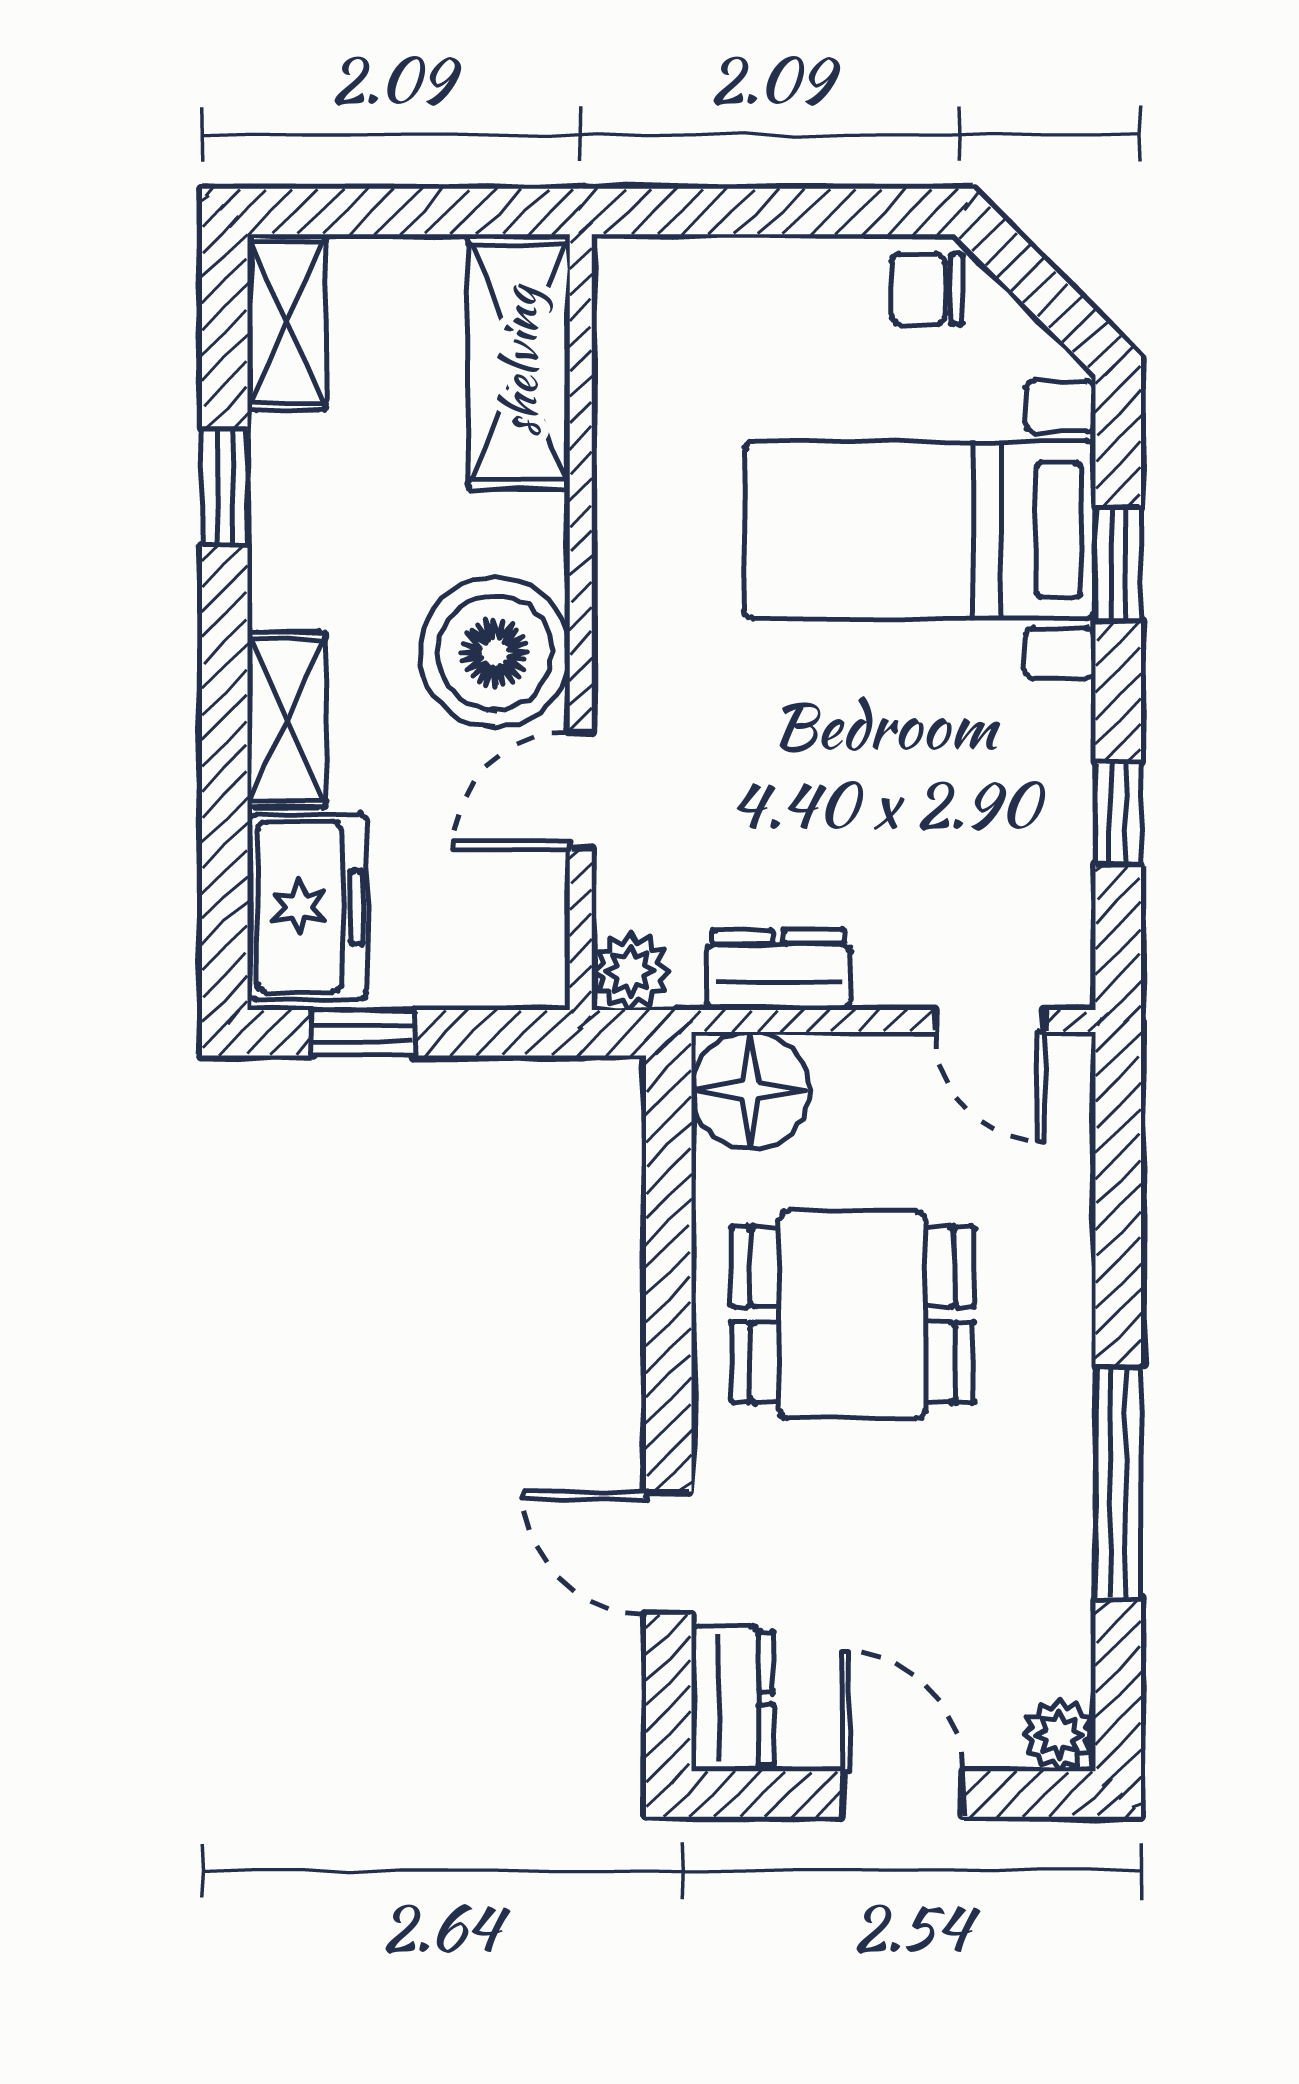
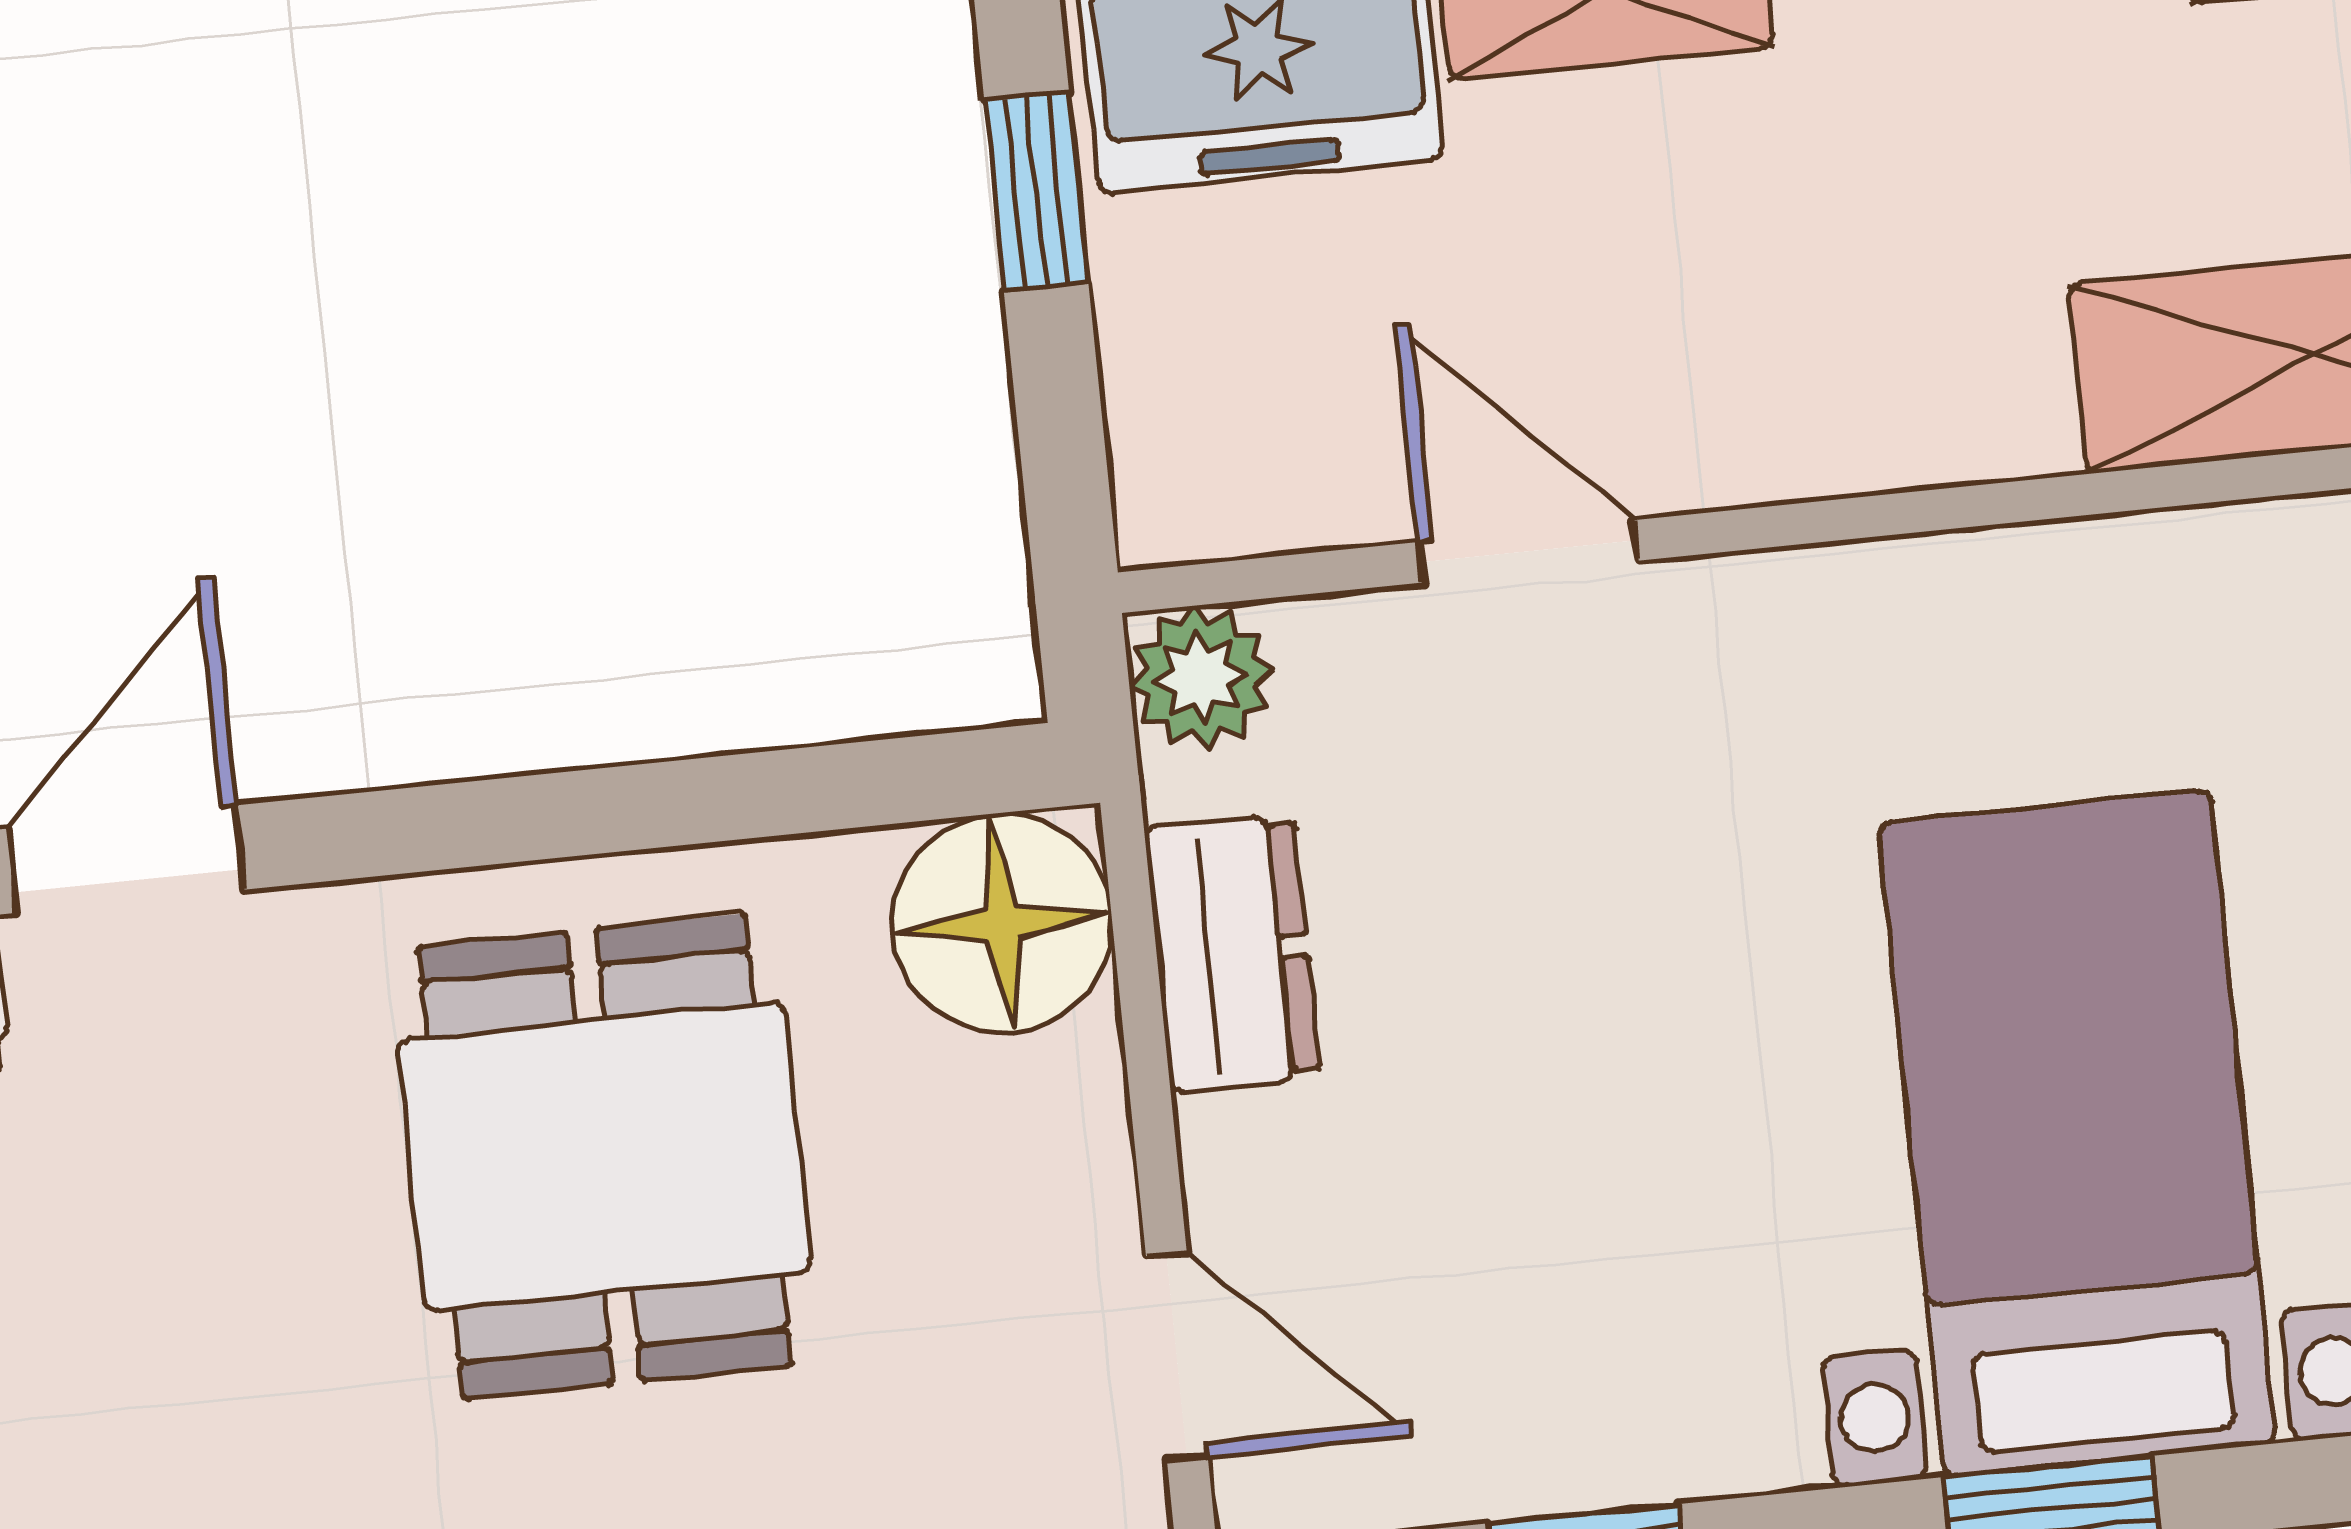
boiler: (495, 652) -> (1769, 365), removed
door: (990, 1021) -> (1177, 1356), swing flipped

